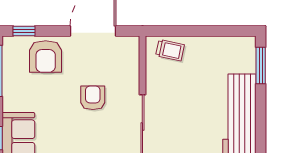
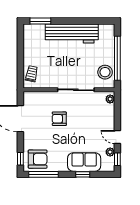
armchair: (46, 56) -> (38, 159), moved

